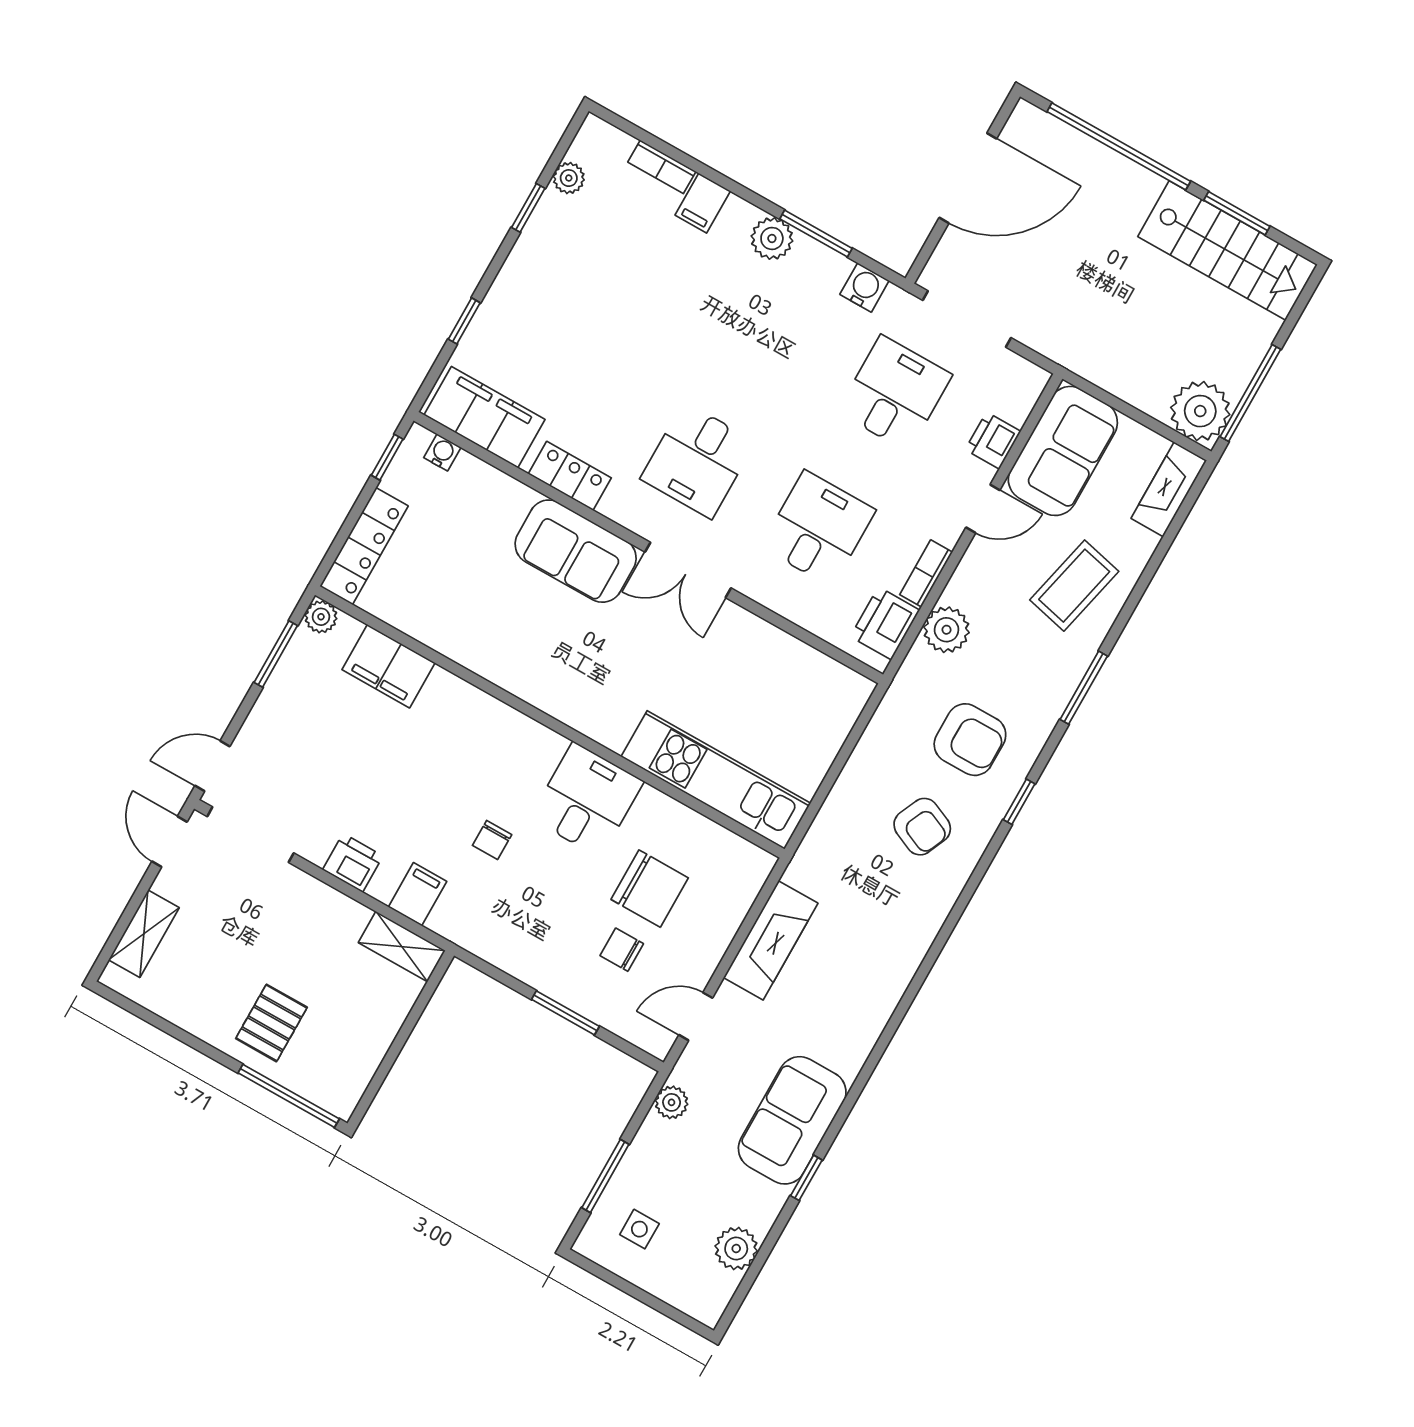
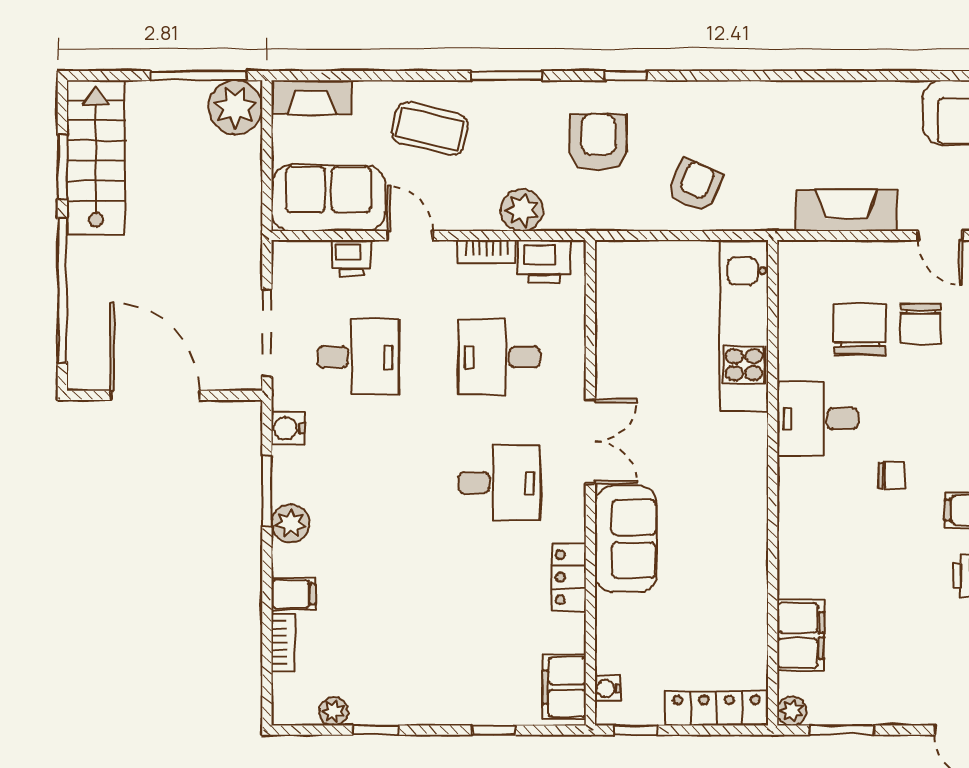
desk: (895, 393) -> (358, 357), turned 180
filing cabinet: (485, 417) -> (564, 687), width x0.67, depth x0.86
armchair: (922, 827) -> (695, 186), moved
chair: (622, 950) -> (921, 324), width x1.37, depth x1.37

